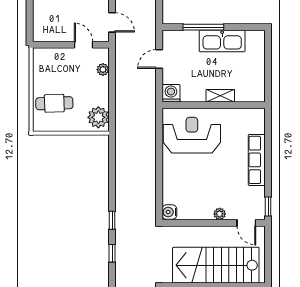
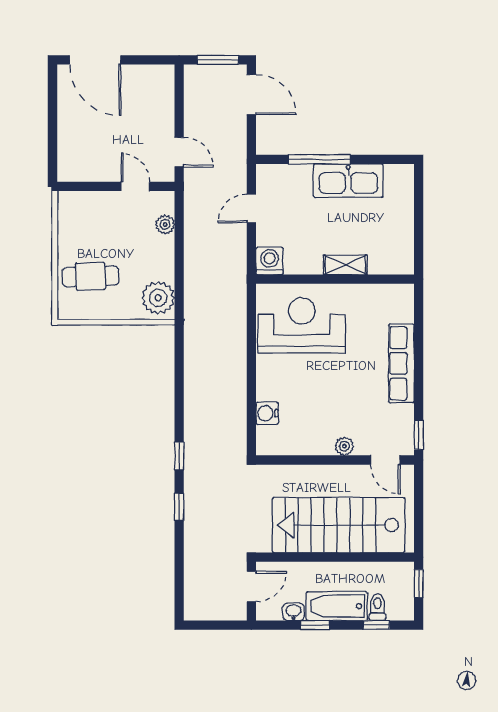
water cooler: (169, 212) -> (267, 413), moved

